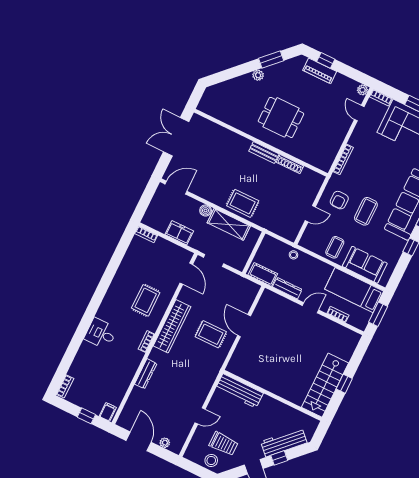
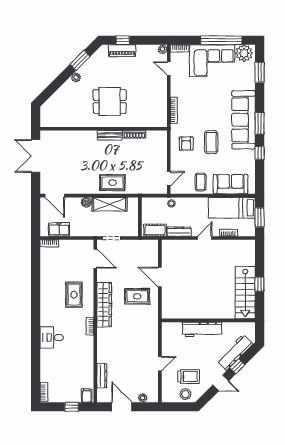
door: (176, 188) -> (55, 196), swing flipped
door: (310, 214) -> (169, 179), moved
freezer: (179, 233) -> (59, 229), moved
dresser: (146, 374) -> (102, 376), moved
workbench: (239, 391) -> (202, 329), moved

